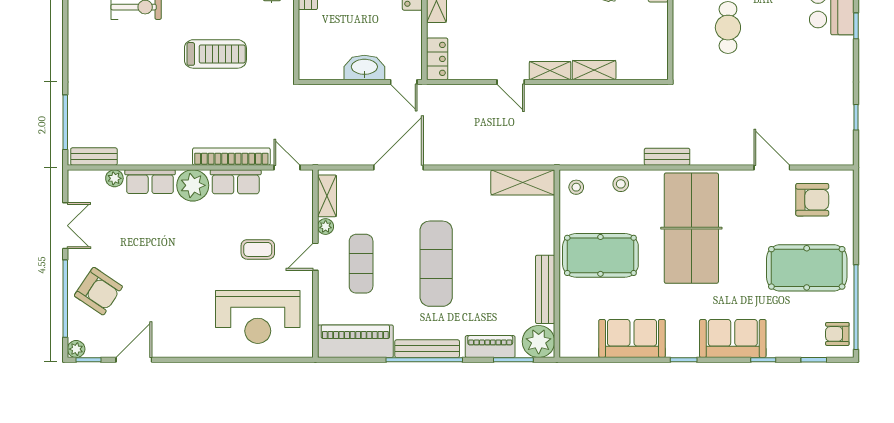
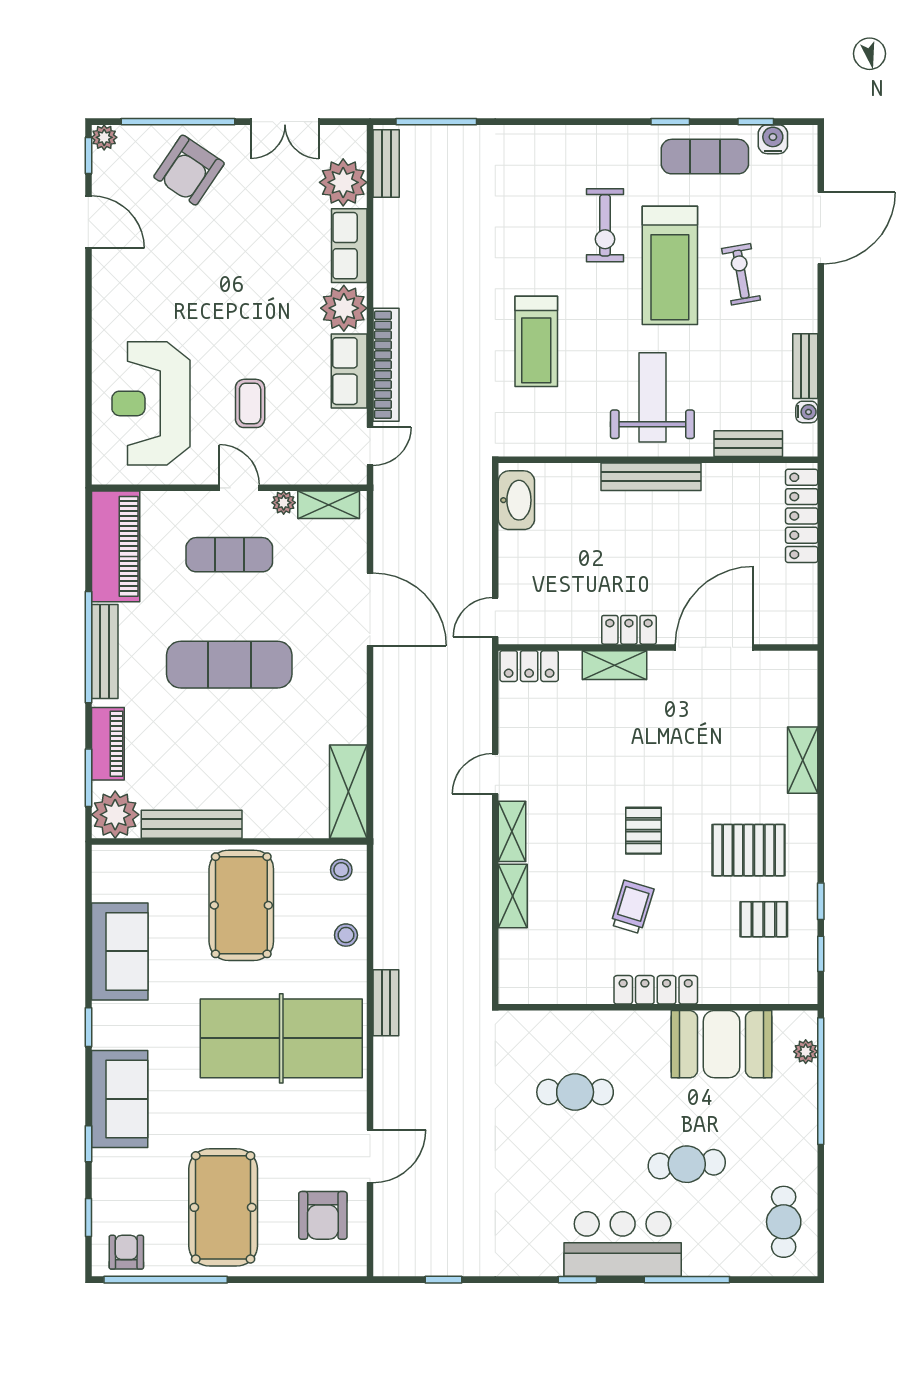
washbasin: (364, 68) -> (516, 500), moved
plant: (114, 178) -> (343, 182), width x1.88, depth x1.88

